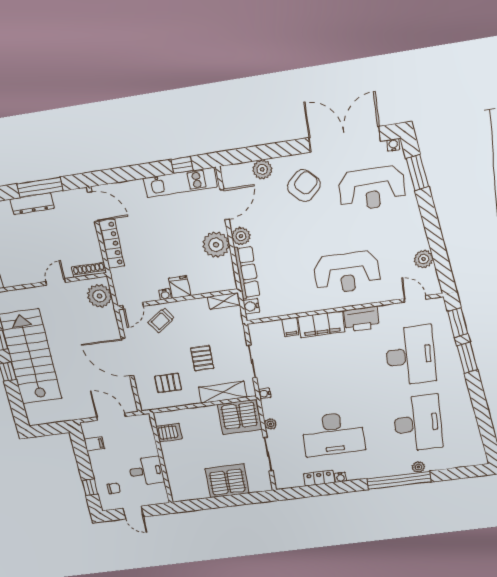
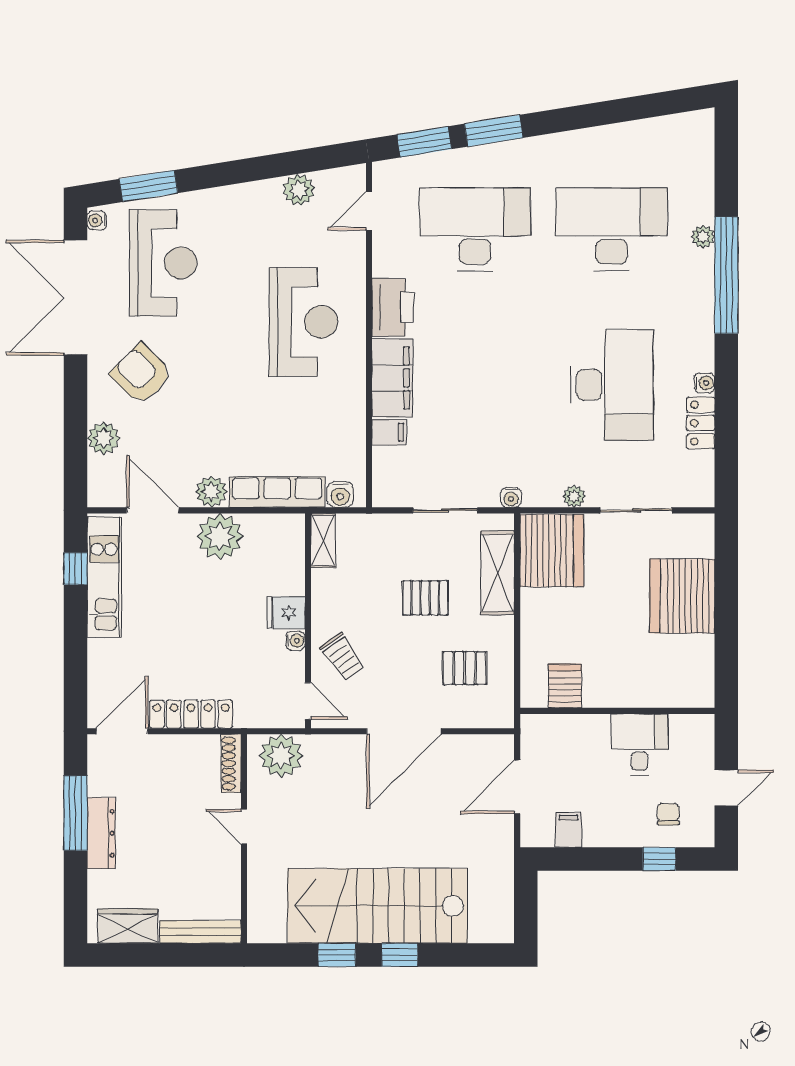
pallet: (168, 383) -> (465, 668), turned 90

